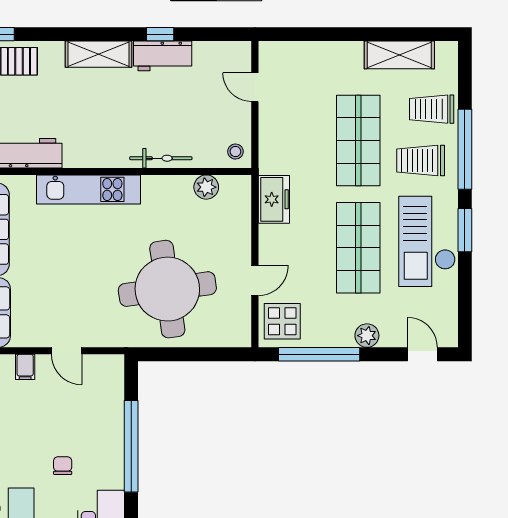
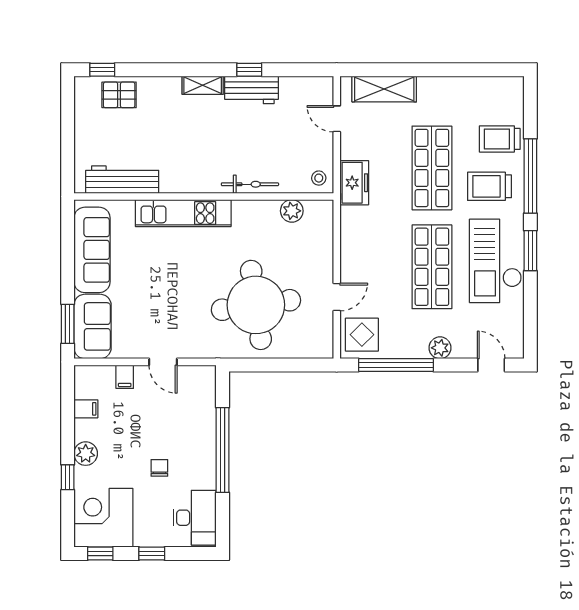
shelving: (99, 54) -> (203, 85), width x0.67, depth x0.75
shelving: (399, 55) -> (384, 89), moved
freezer: (274, 199) -> (354, 183), moved

